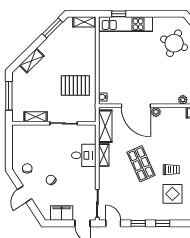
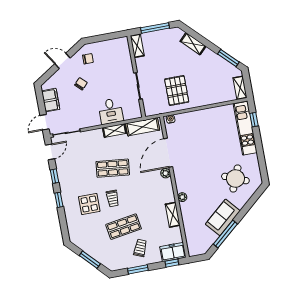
shelving: (36, 117) -> (137, 46), moved
shop shelf: (141, 164) -> (113, 168), turned 30

